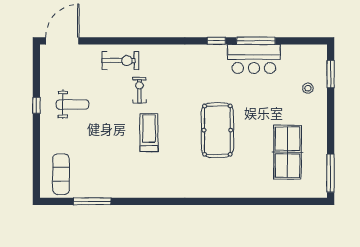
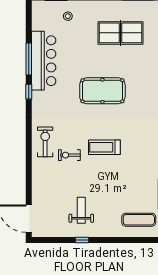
bar counter: (254, 59) -> (44, 61), width x1.36
exercise bike: (120, 61) -> (45, 142), moved

